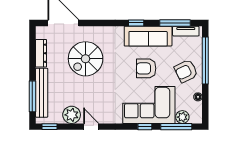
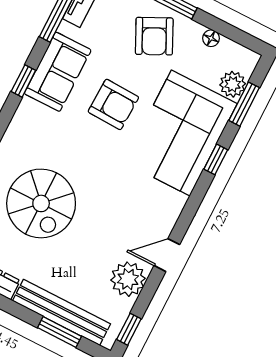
sofa: (148, 36) -> (58, 72), width x0.73
armchair: (146, 68) -> (113, 104), turned -88
window: (32, 96) -> (60, 332), width x0.69
window: (176, 127) -> (244, 104), width x0.69

